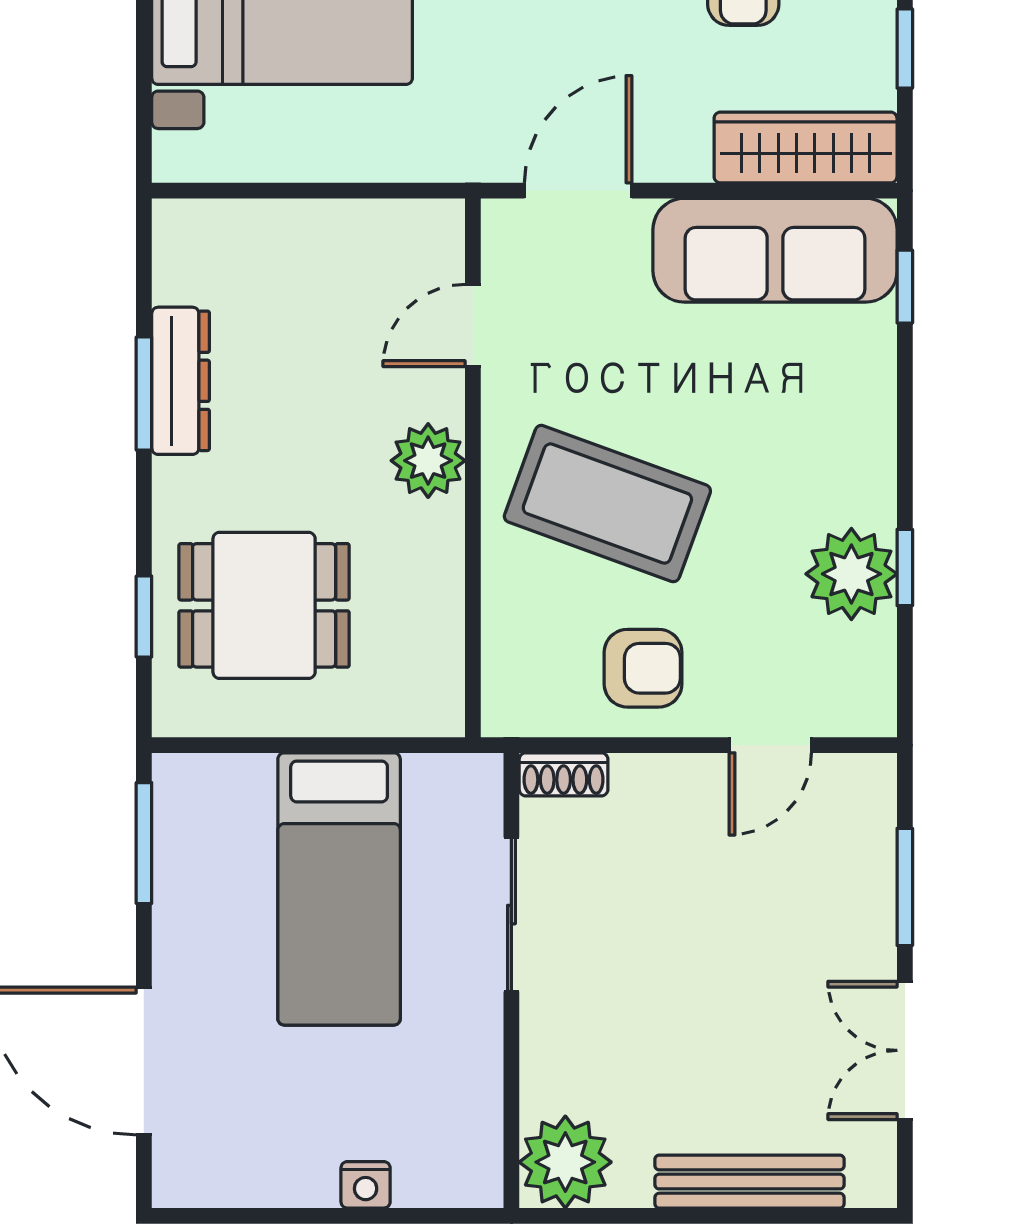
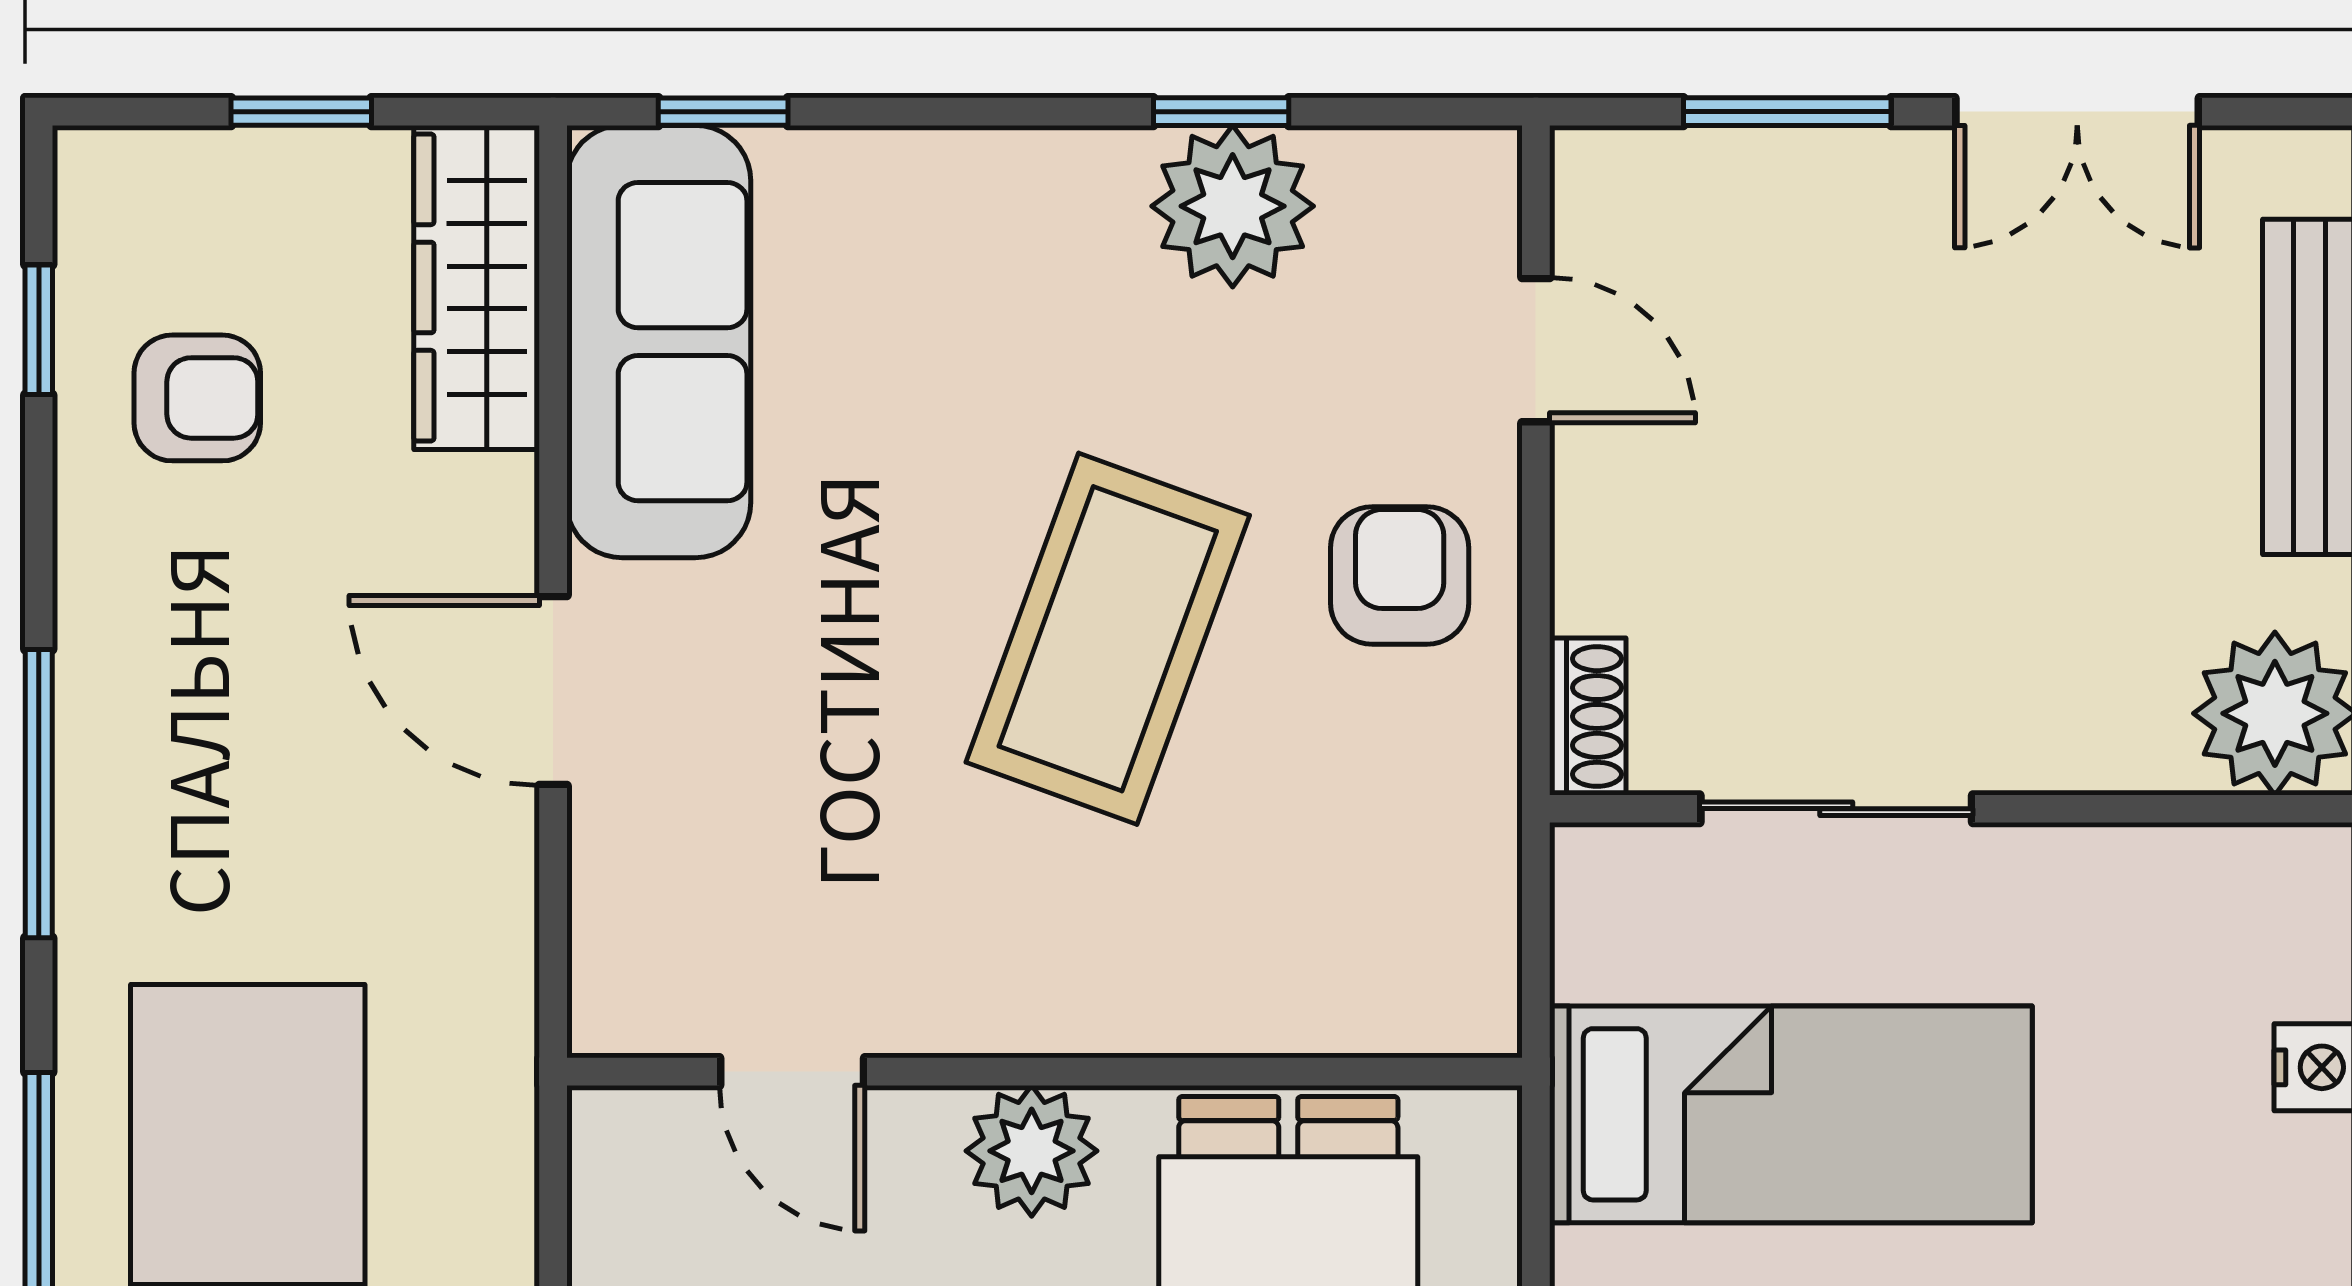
door: (473, 325) -> (792, 1072), moved
plant: (428, 461) -> (1032, 1151), moved
wall: (473, 468) -> (1044, 1072), moved

